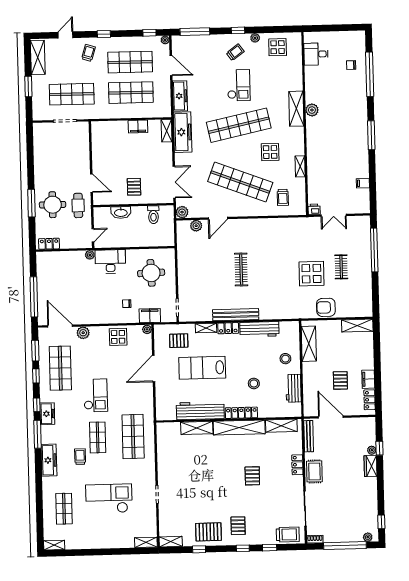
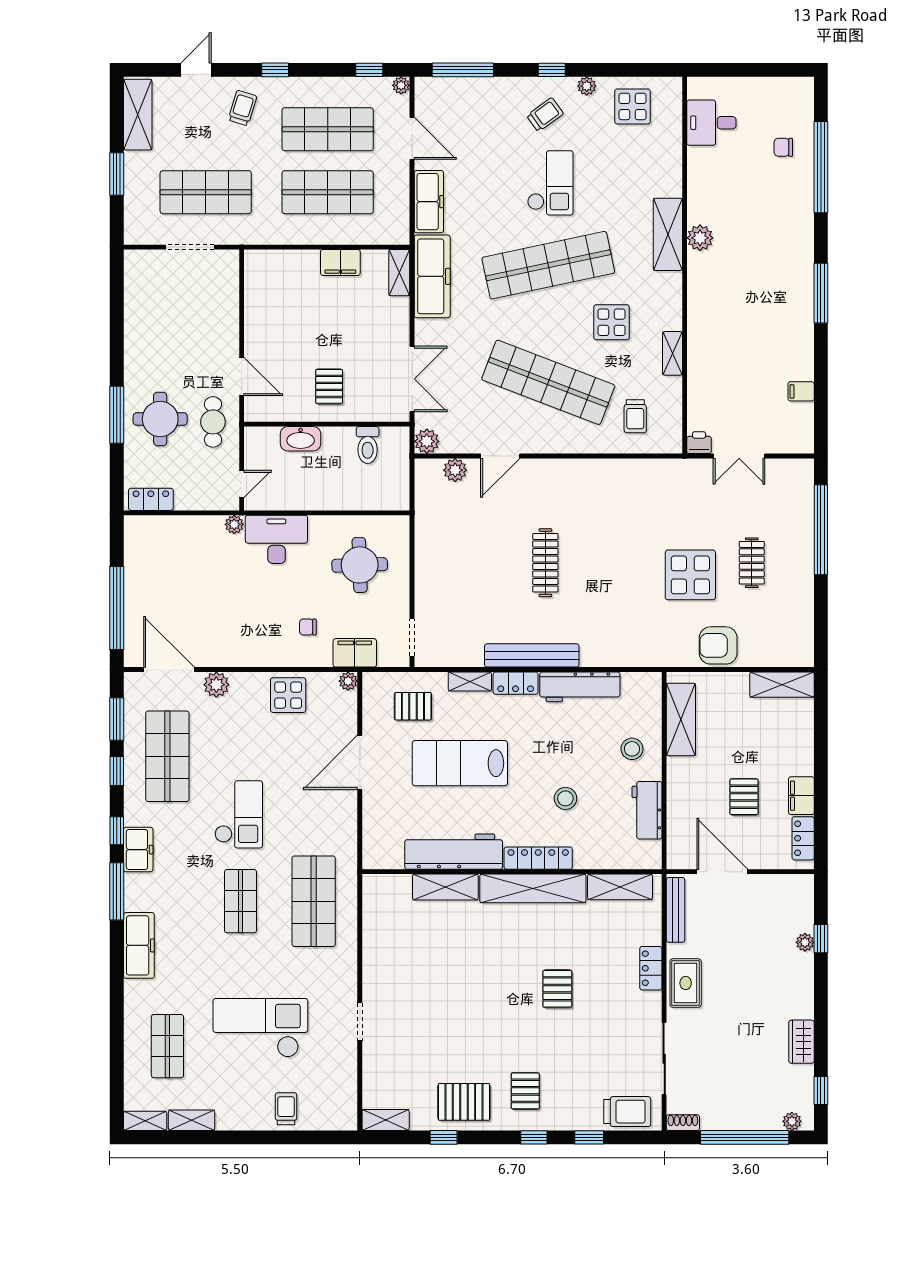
trolley: (80, 457) -> (286, 1109), moved
wardrobe: (370, 466) -> (801, 1042), moved
shelving: (146, 542) -> (192, 1120), moved

